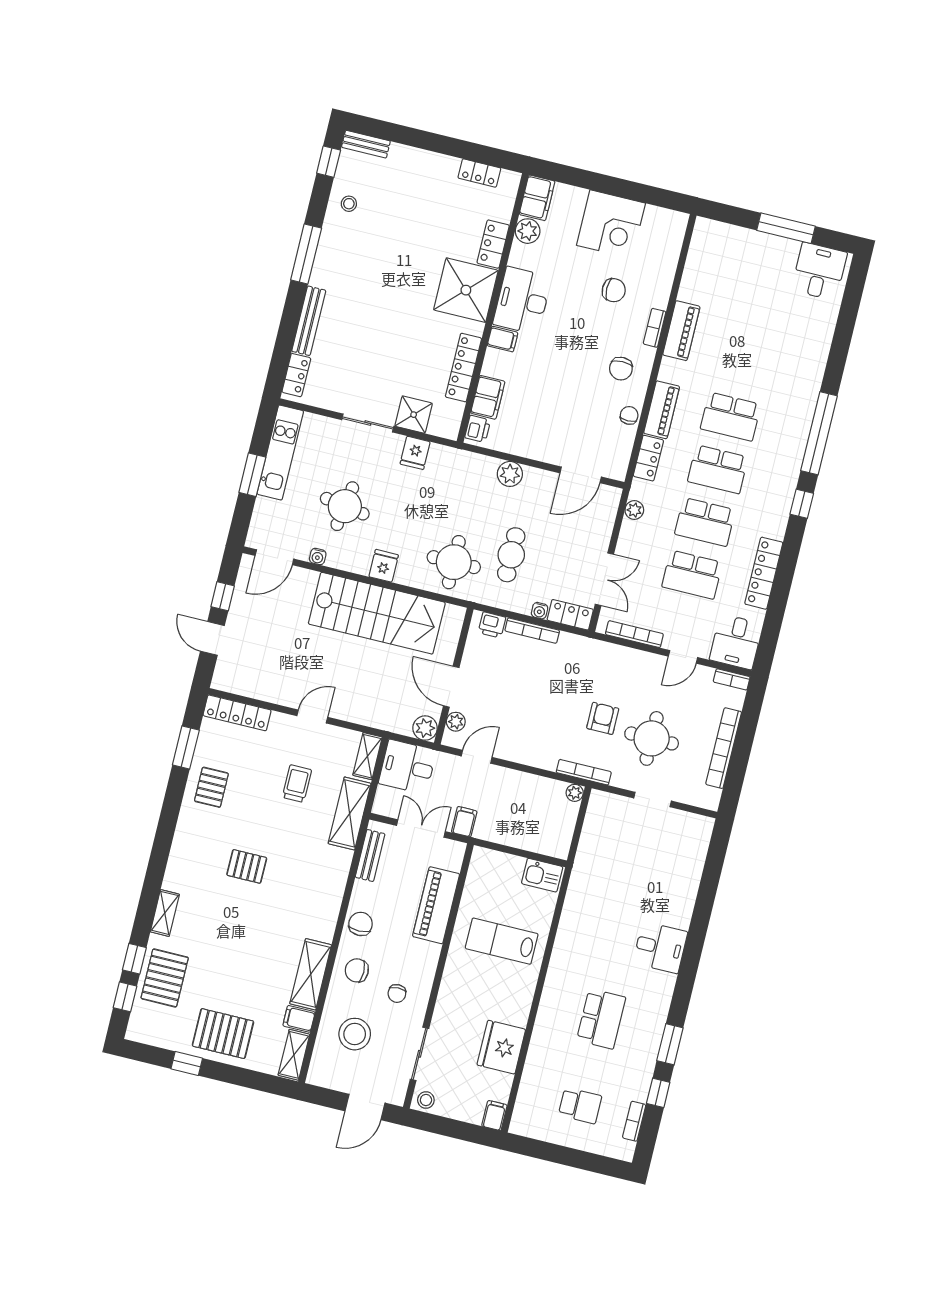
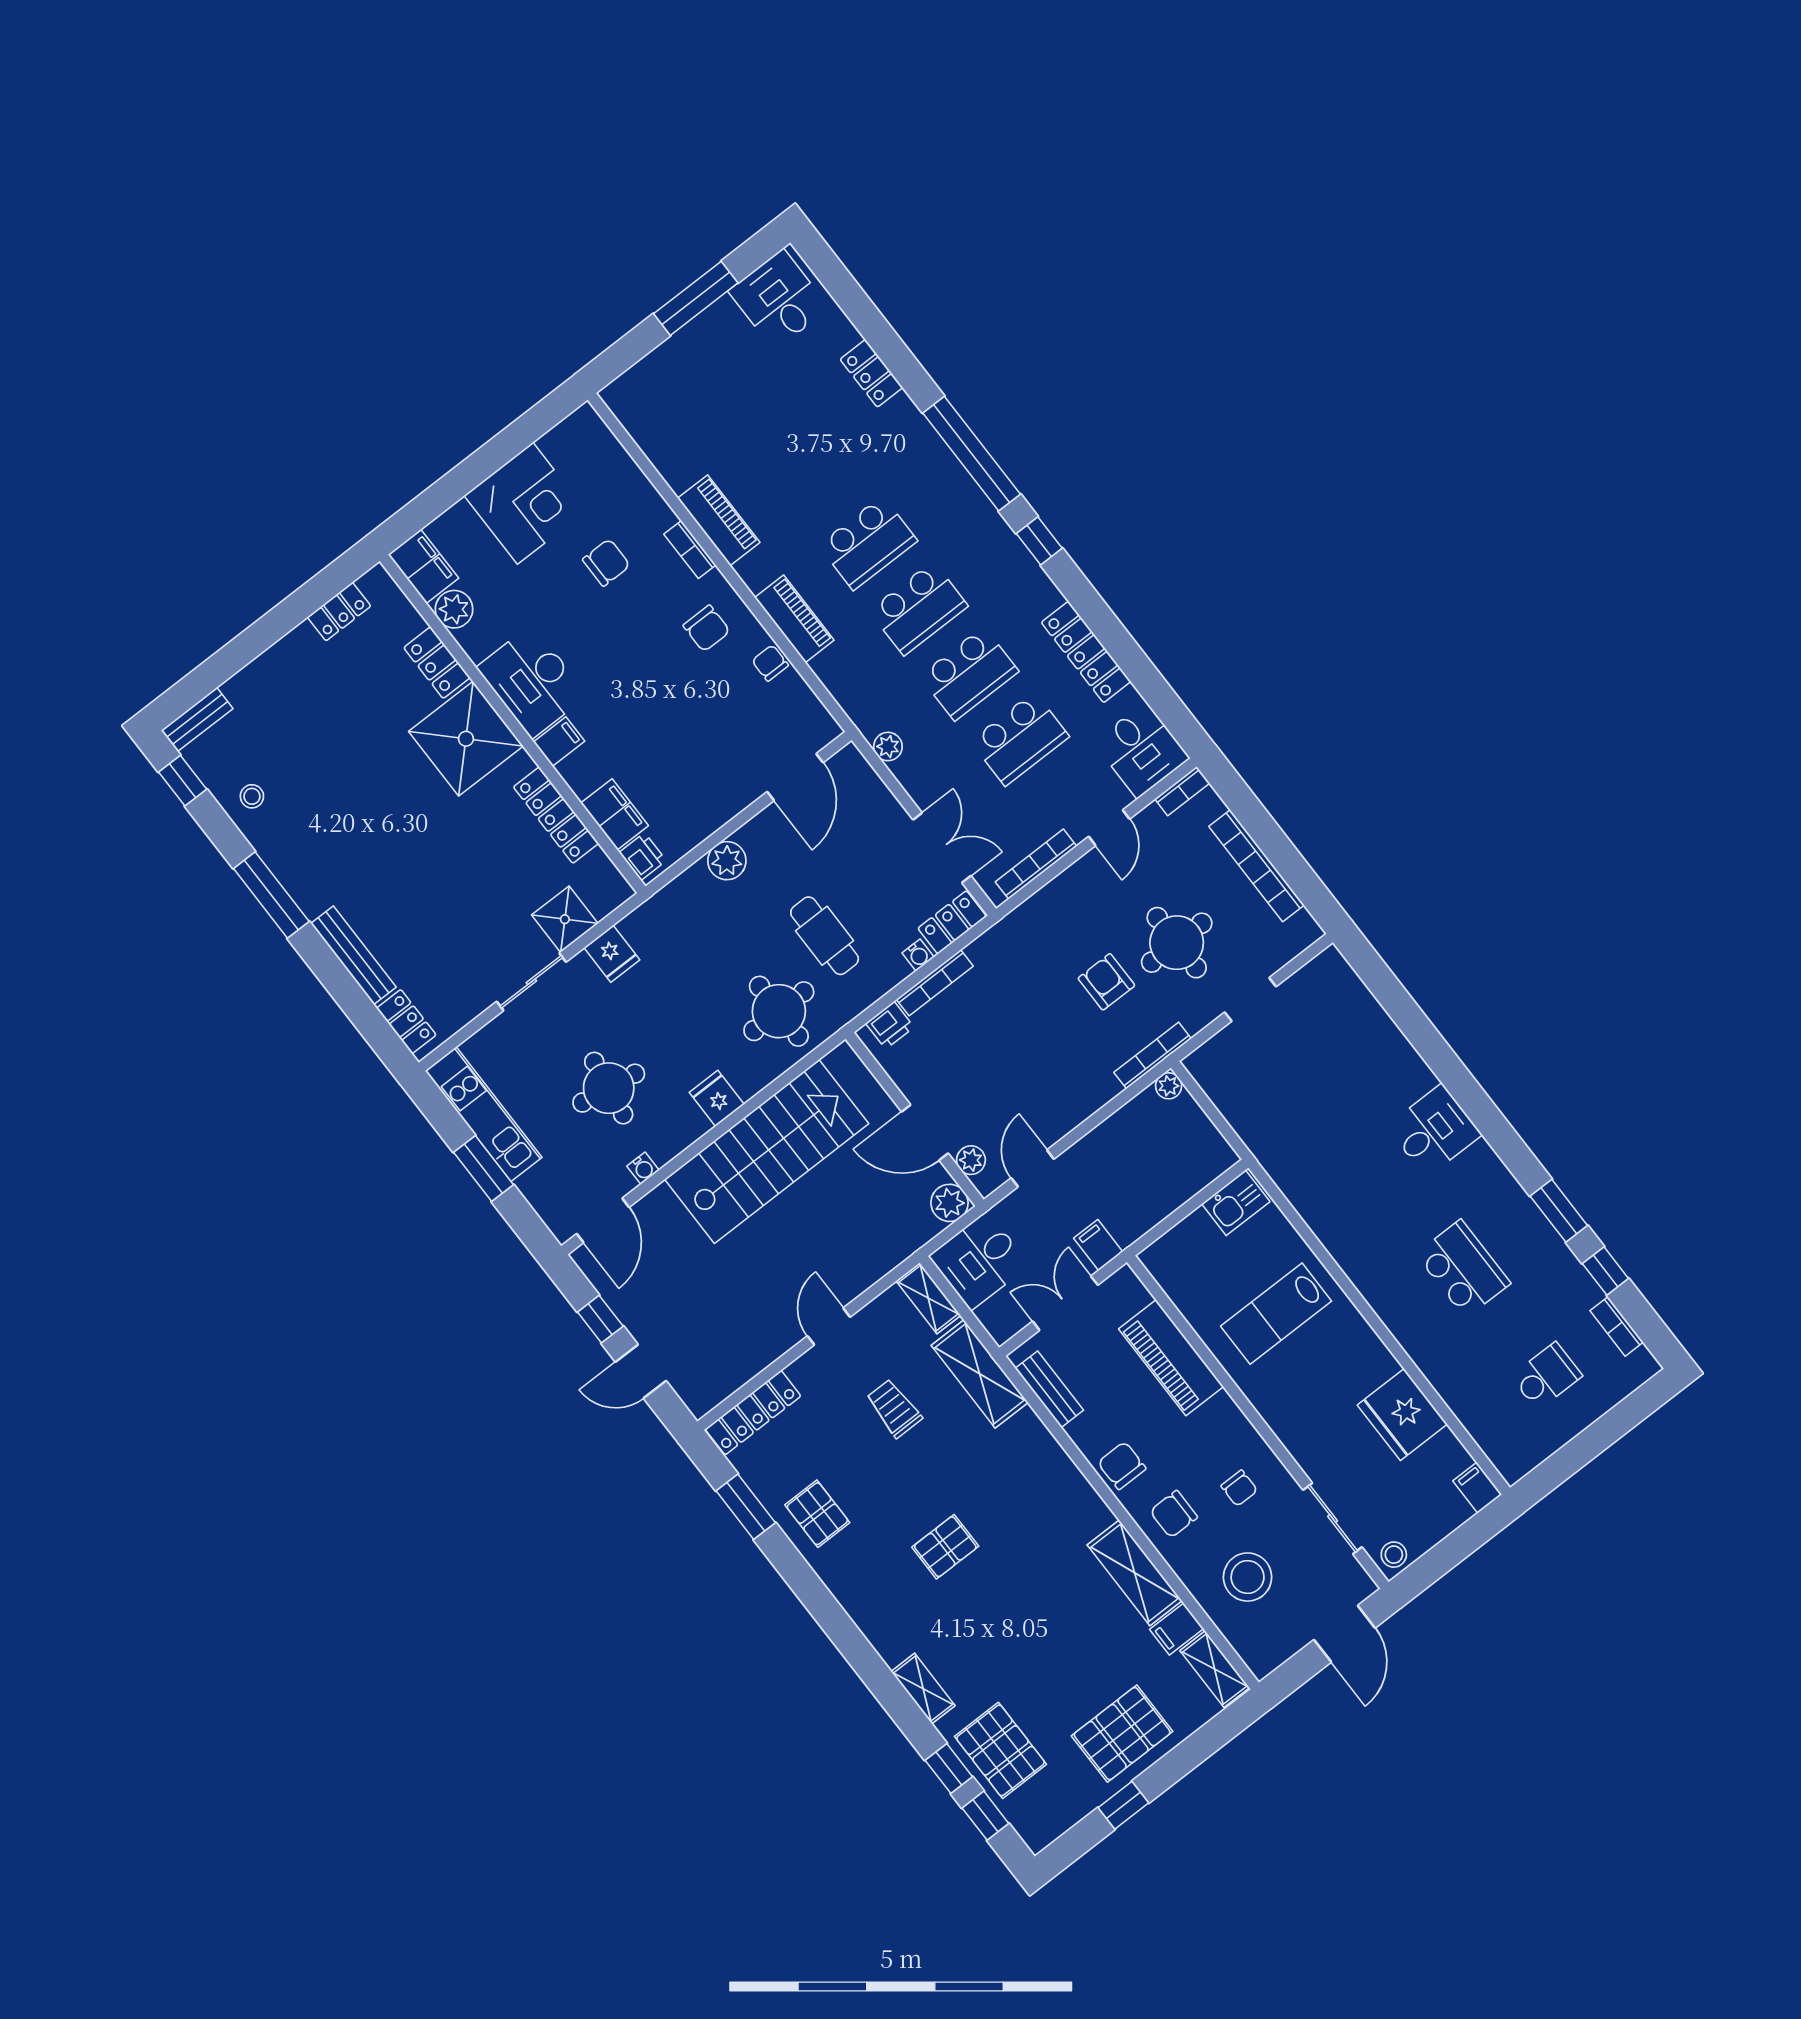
locker: (648, 458) -> (871, 373), moved, turned 180

